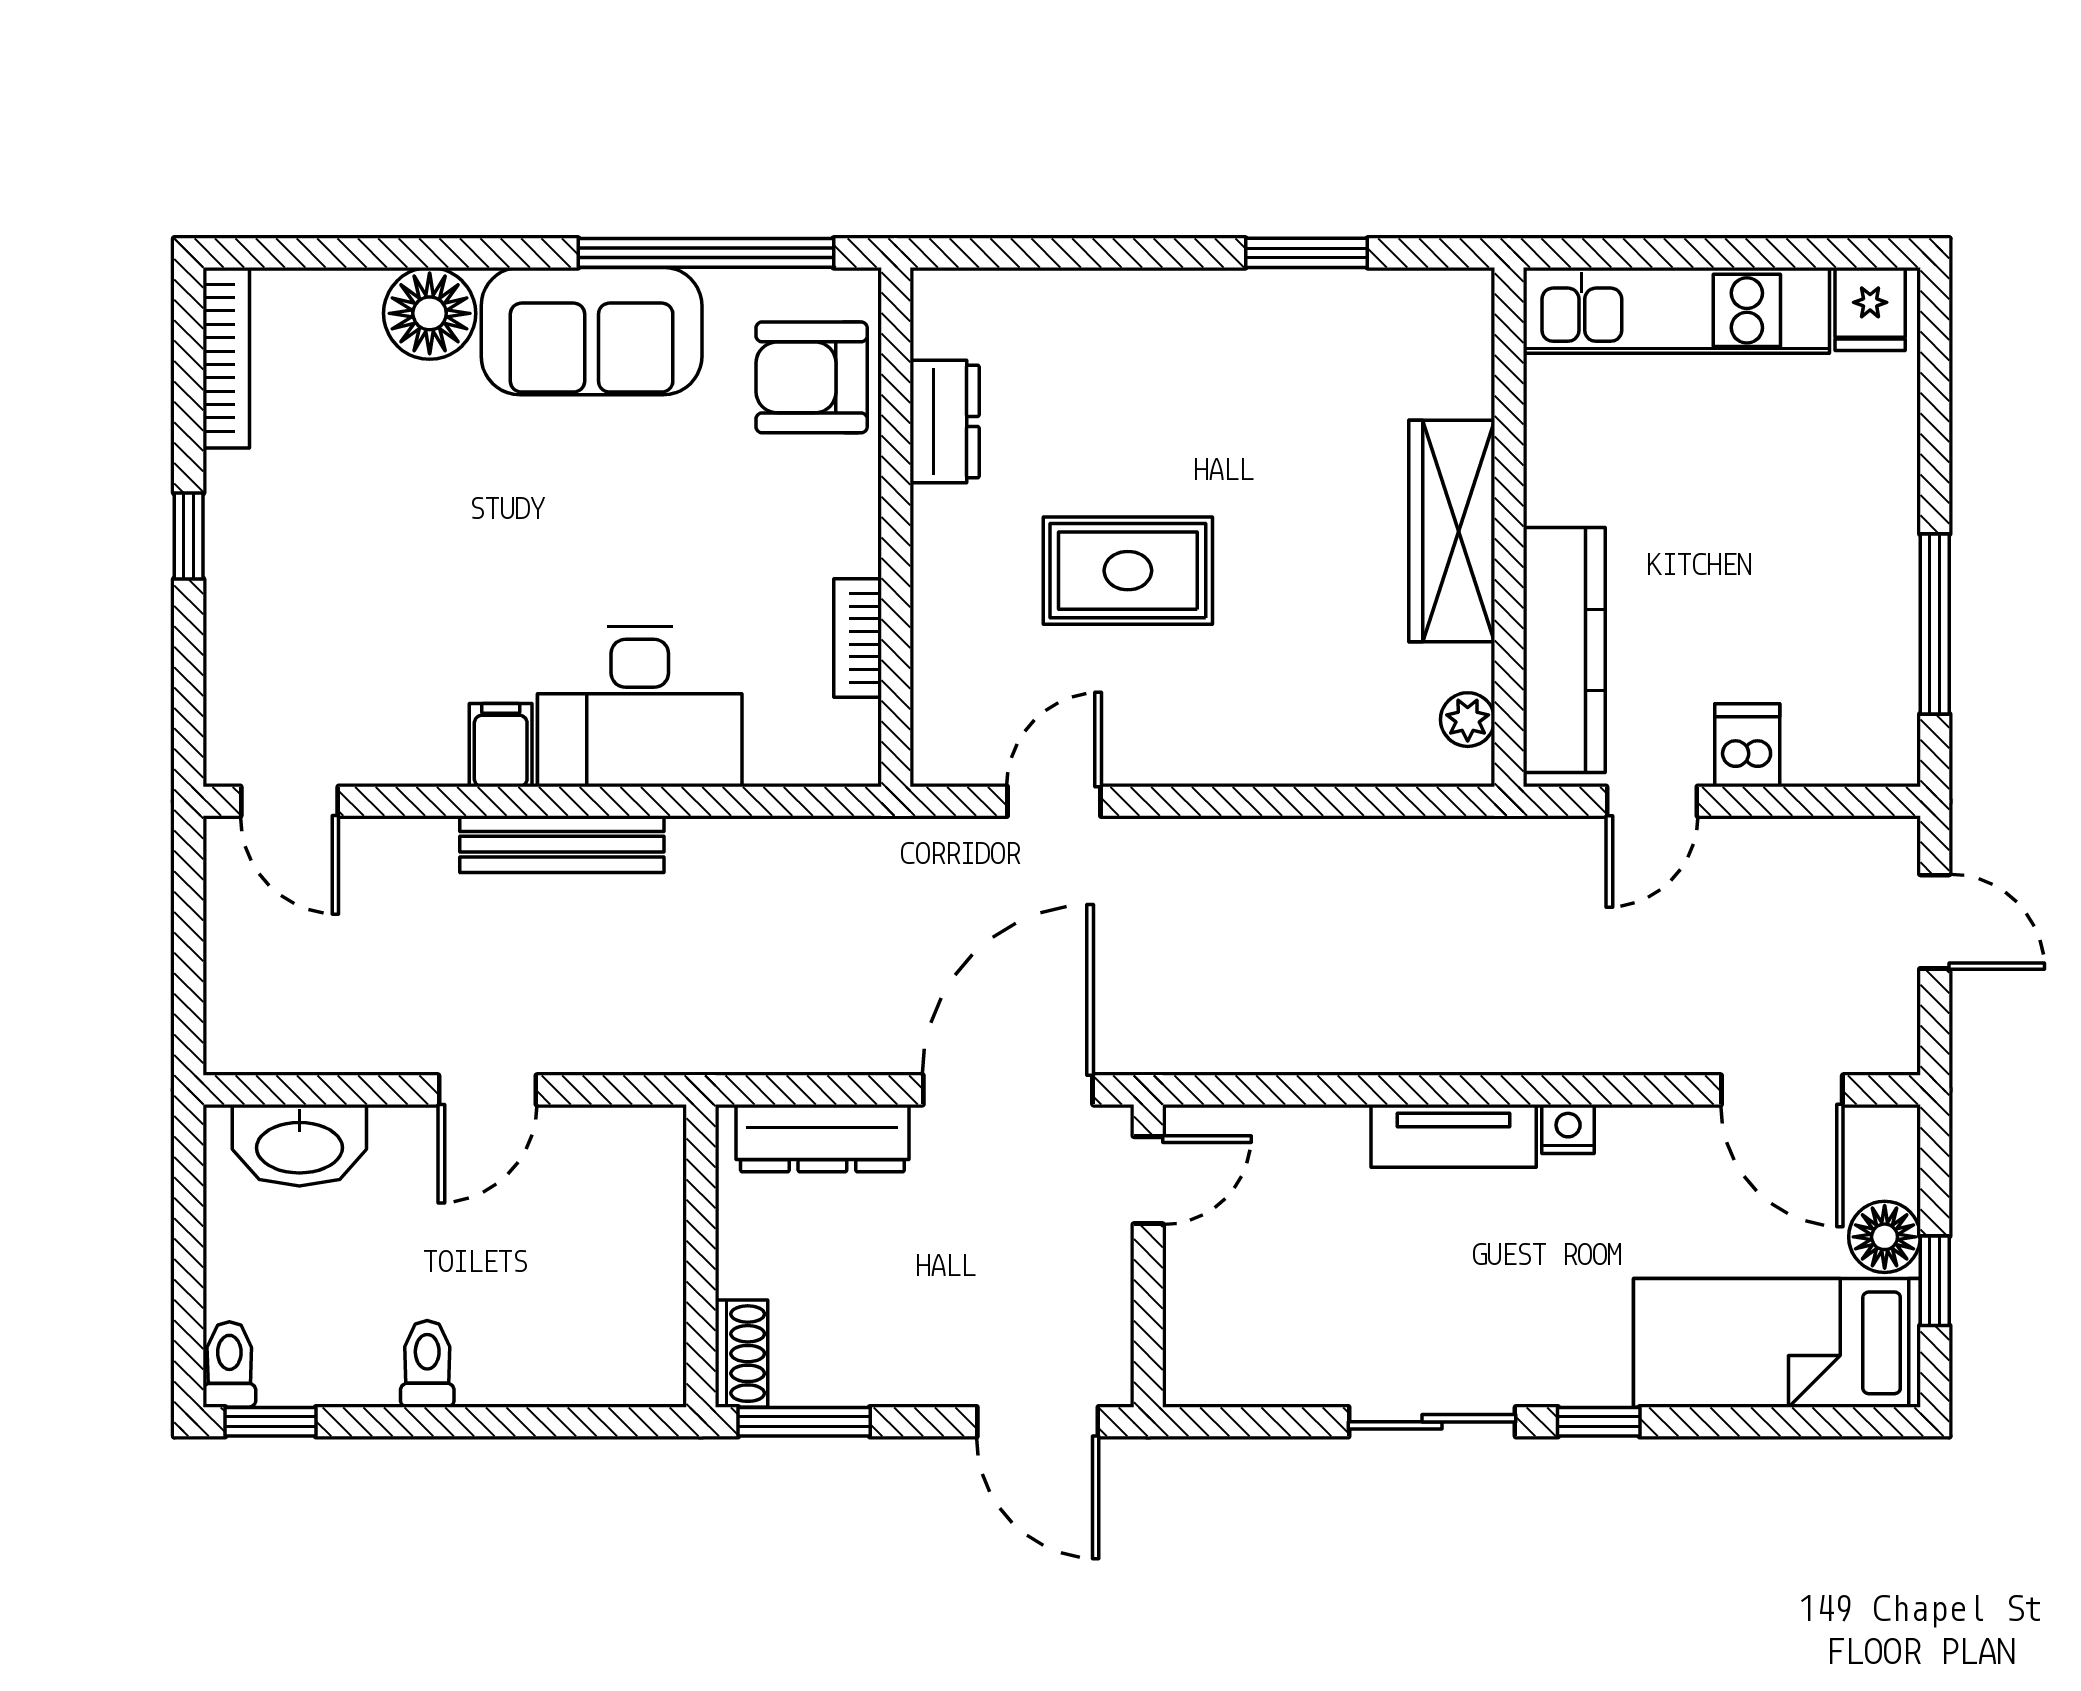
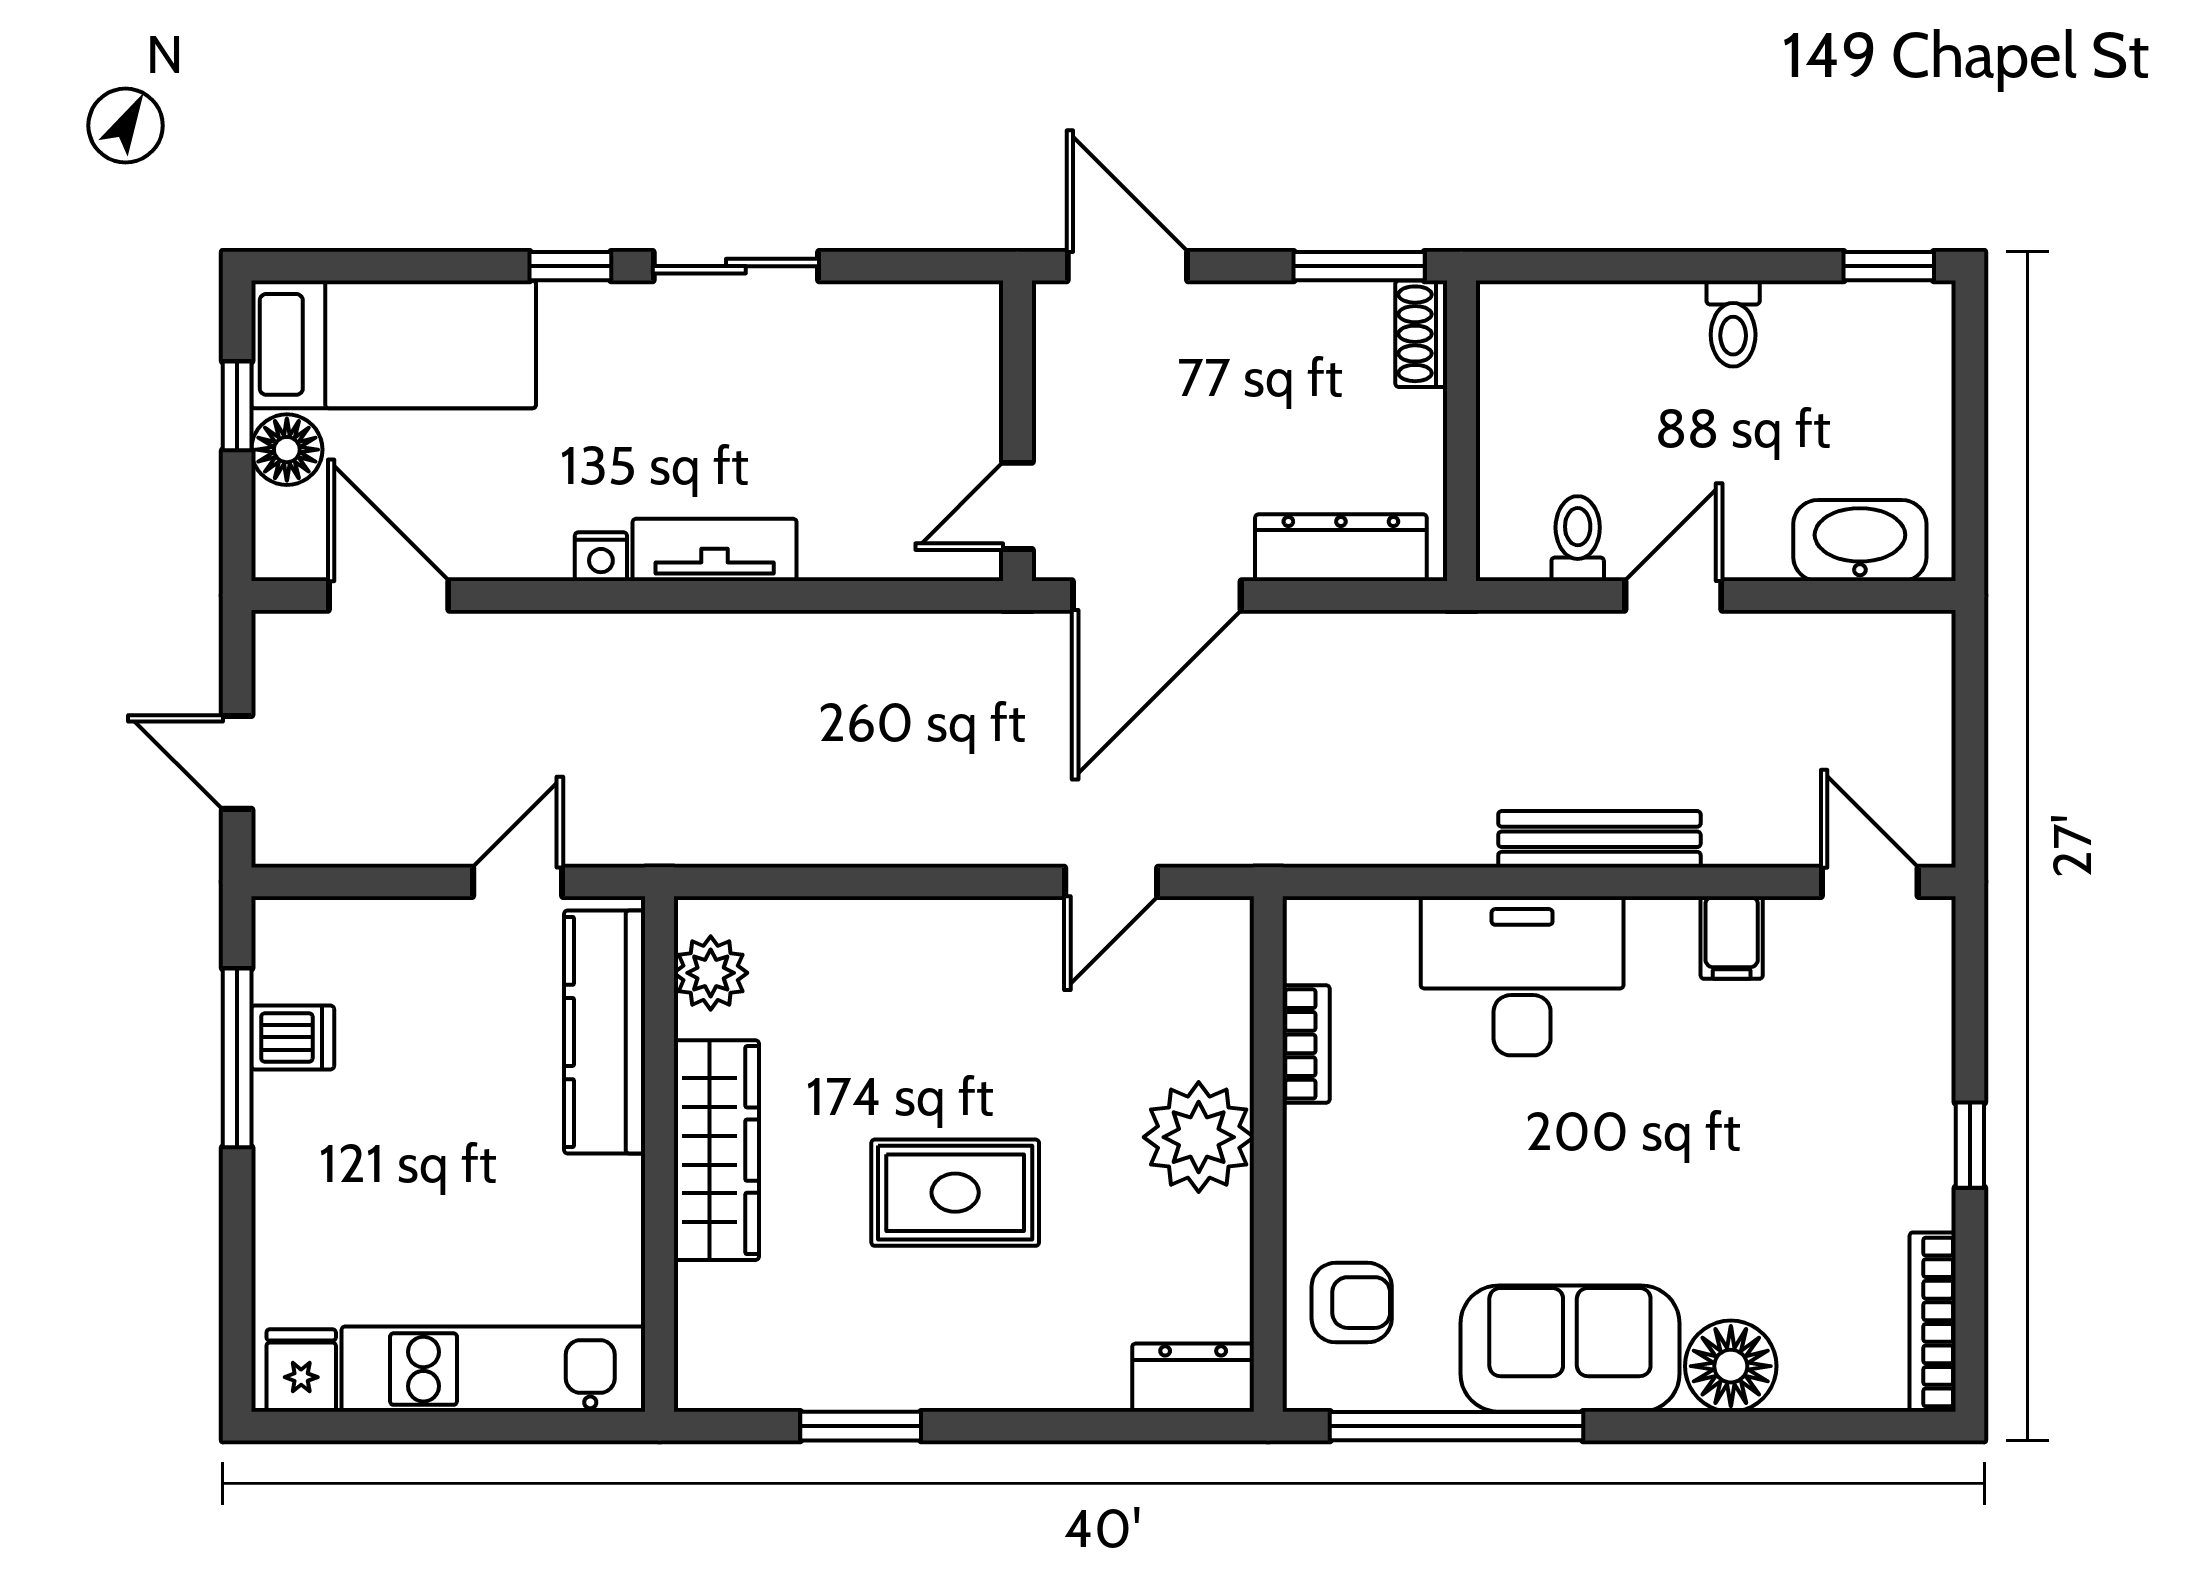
armchair: (812, 377) -> (1352, 1303), width x0.72, depth x0.72
dresser: (945, 422) -> (1193, 1378), moved, turned 90
plant: (966, 544) -> (1199, 1137), added
rug: (1128, 571) -> (955, 1193), moved
plant: (1468, 720) -> (711, 973), width x1.38, depth x1.38
filing cabinet: (501, 745) -> (1732, 938), moved
dishwasher: (1747, 745) -> (293, 1037), moved, turned -90
toilet: (229, 1364) -> (1578, 539), moved, turned 180

